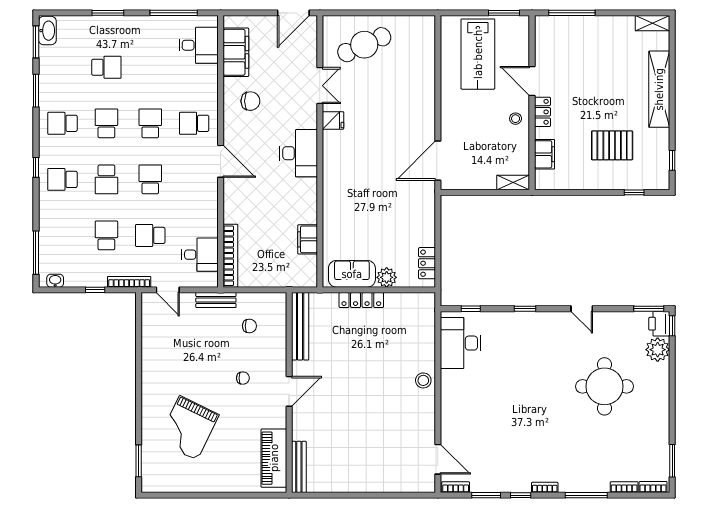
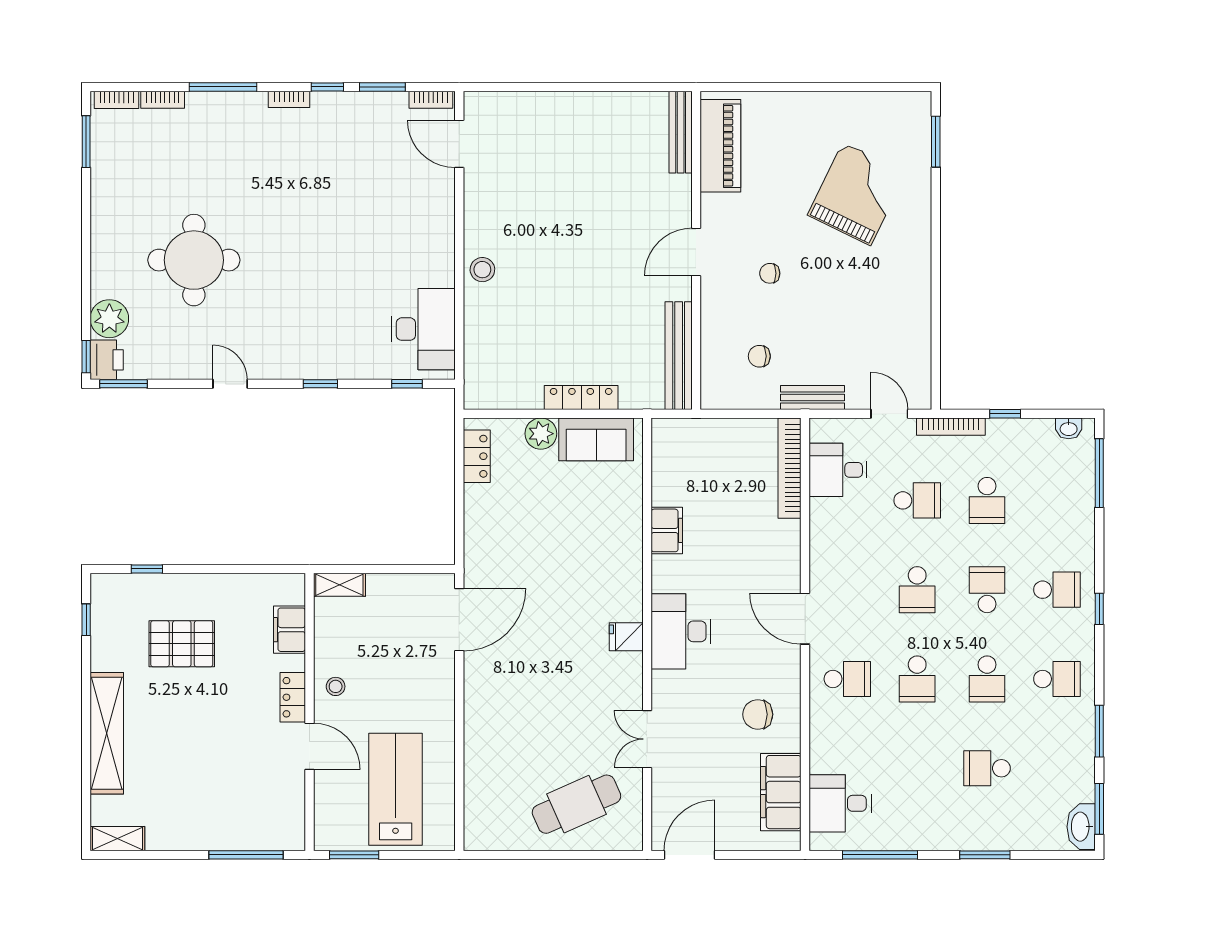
fridge: (333, 120) -> (626, 637), moved
filing cabinet: (308, 239) -> (667, 530), moved

